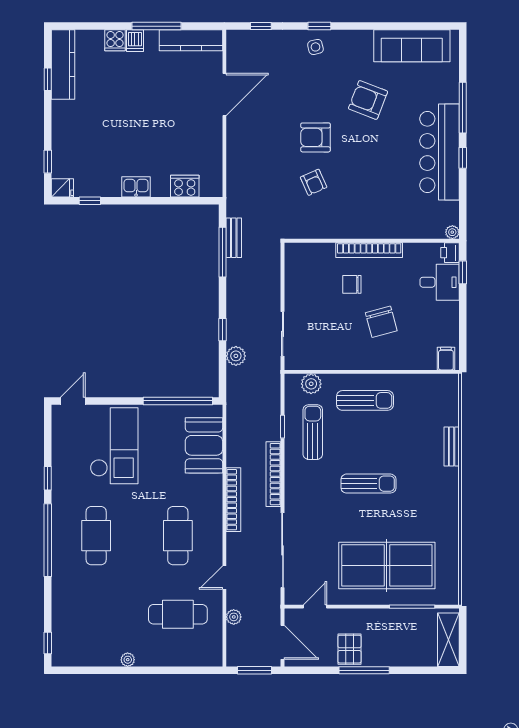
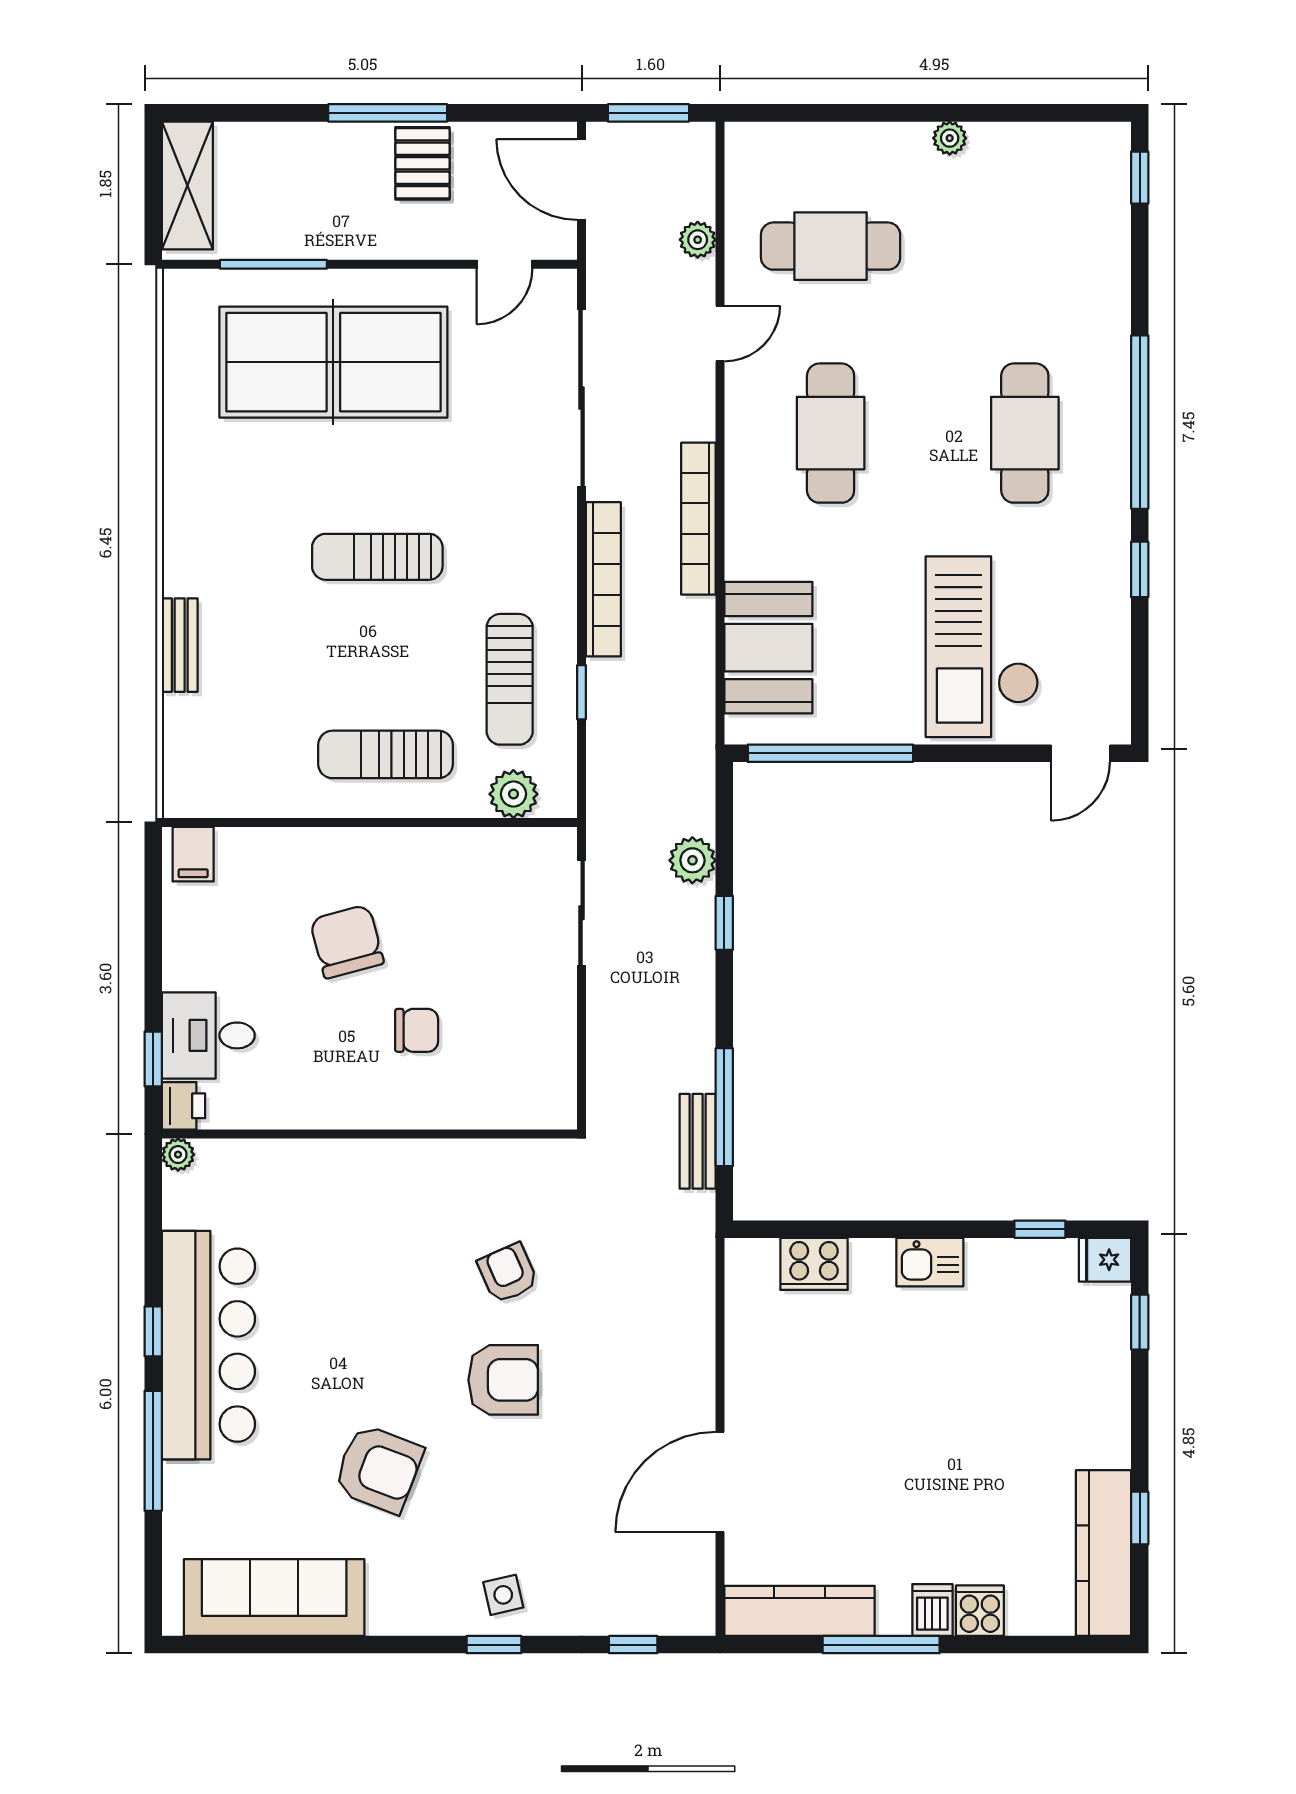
bookcase: (369, 250) -> (376, 1112), removed

